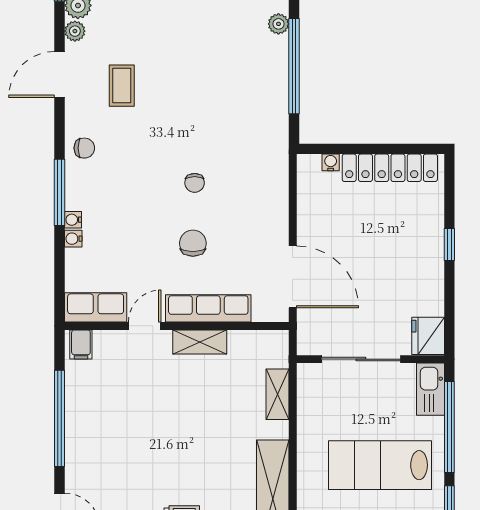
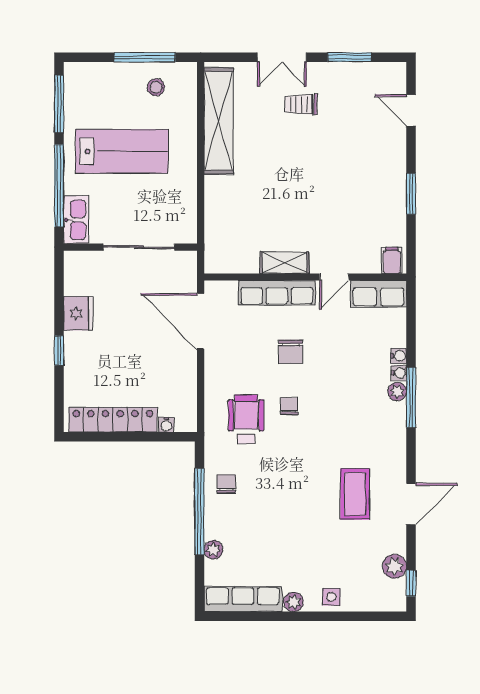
plant: (75, 31) -> (397, 392), moved
coffee table: (122, 86) -> (355, 494), width x1.36, depth x1.30
chair: (84, 148) -> (226, 484), moved, turned 90
wheelchair: (242, 168) -> (246, 419), added
fridge: (428, 336) -> (78, 313), moved
shelving: (277, 394) -> (214, 215), removed
window: (60, 418) -> (411, 194), width x0.47

